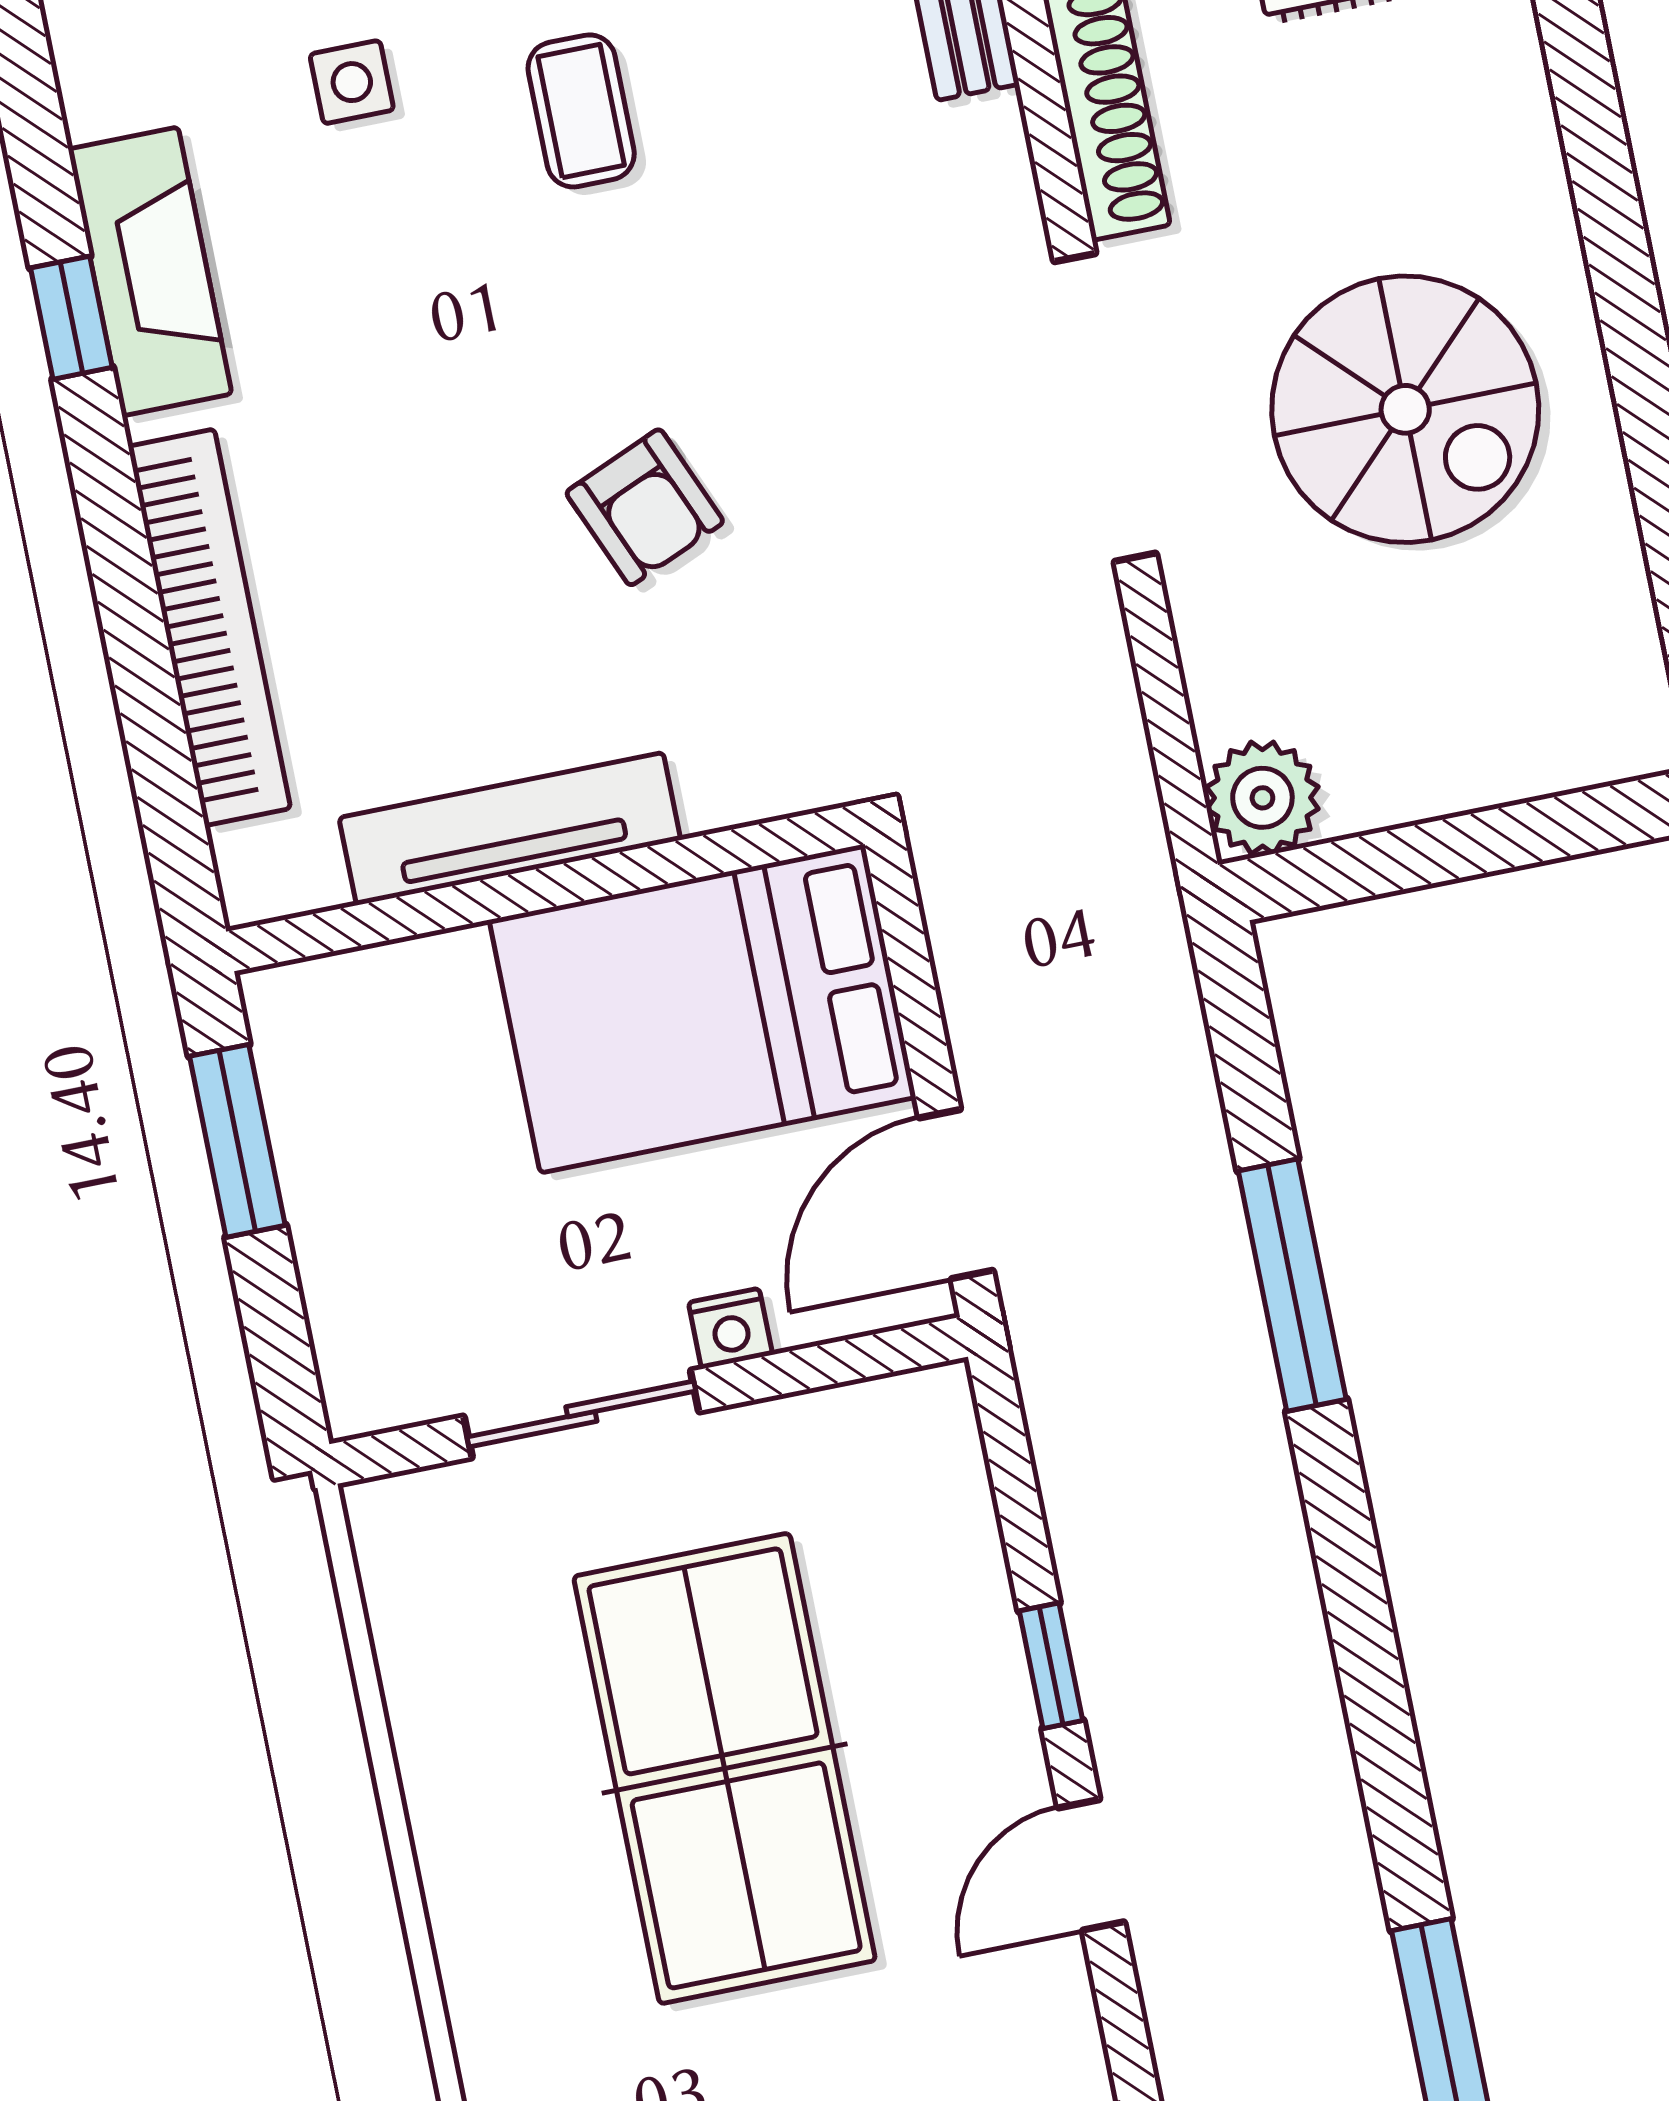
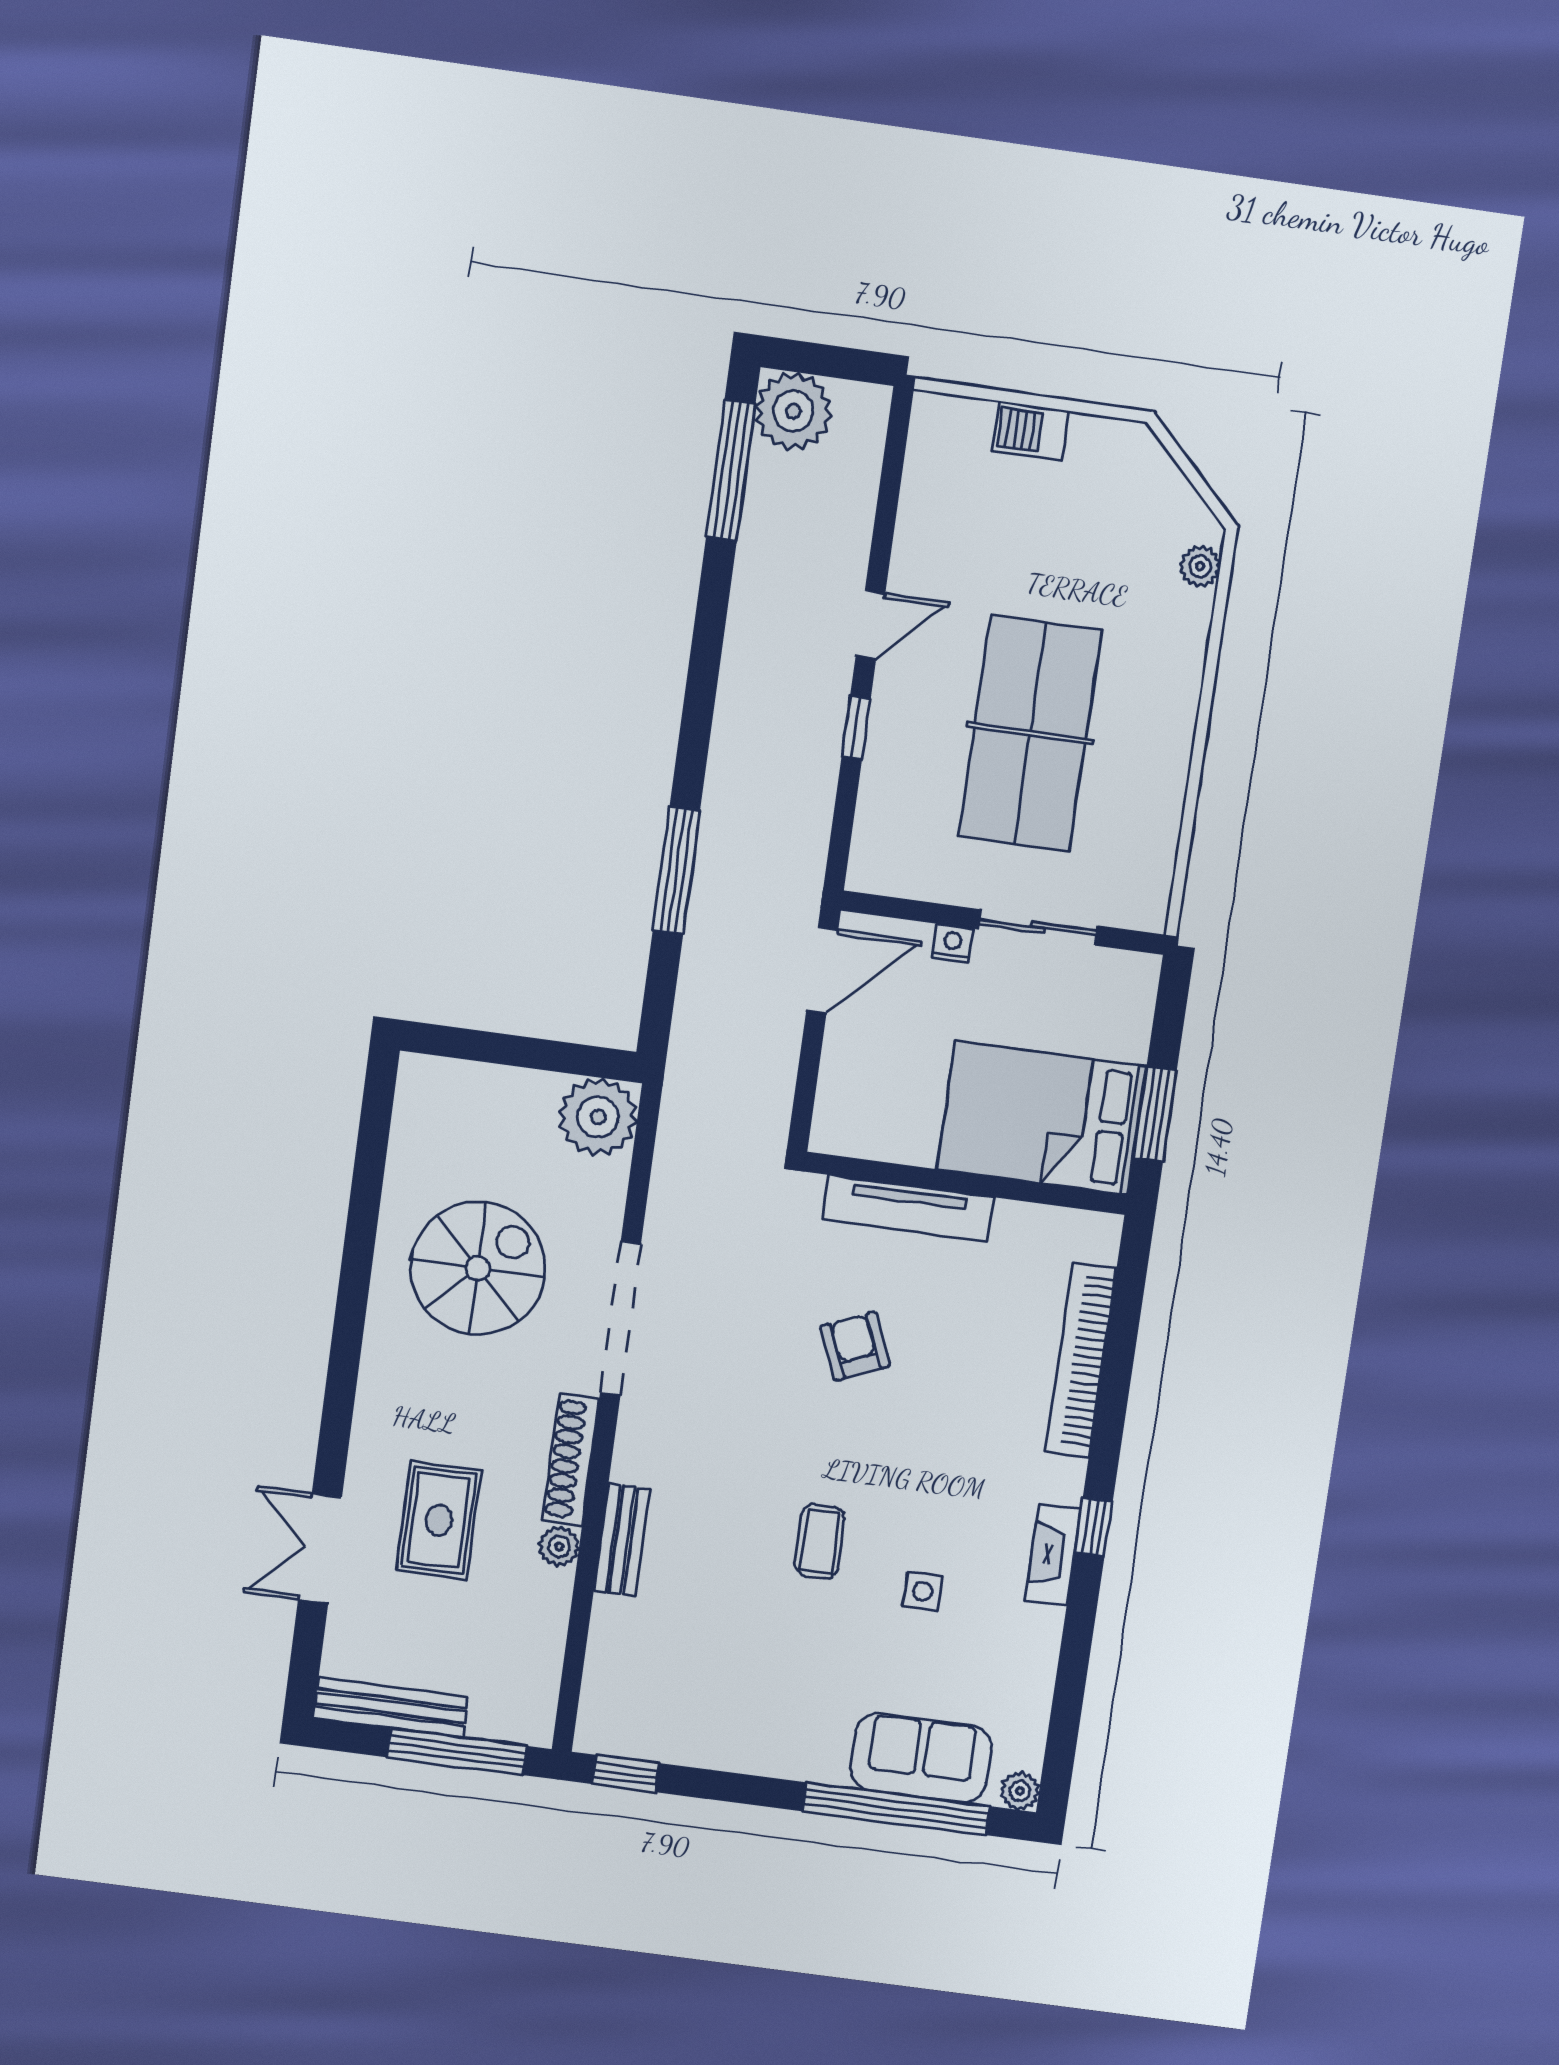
fireplace: (150, 271) -> (1053, 1555), width x0.73, depth x0.76
spiral stairs: (1405, 409) -> (478, 1268), turned 90
plant: (1262, 798) -> (598, 1117), width x1.36, depth x1.36
tv unit: (510, 829) -> (908, 1208), moved
bed: (703, 1009) -> (1042, 1118), moved, turned 180

